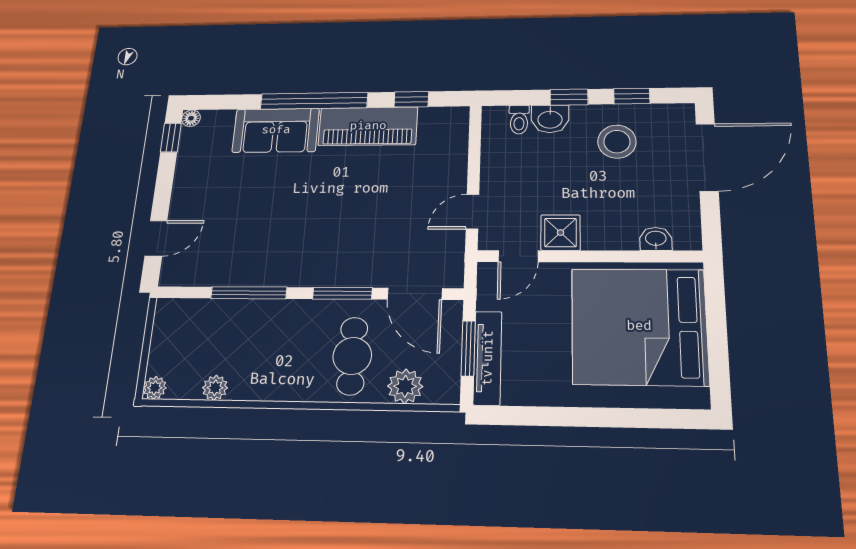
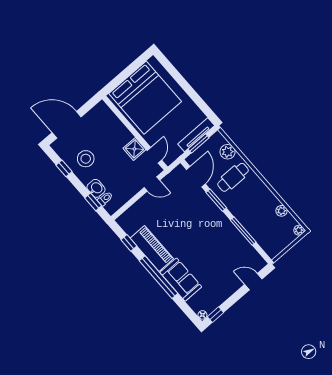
window: (569, 97) -> (93, 202), moved
washbasin: (656, 239) -> (111, 117), removed
door: (518, 256) -> (154, 155), hinge flipped

